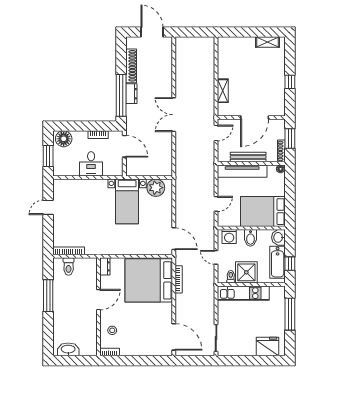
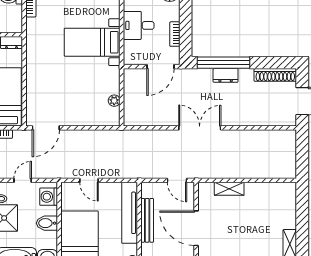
shoe rack: (131, 66) -> (275, 75), moved
plant: (156, 188) -> (114, 101), width x0.53, depth x0.53
bed with nightstands: (127, 201) -> (92, 42), moved

